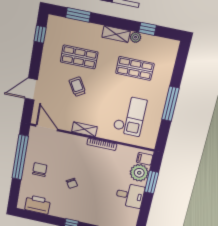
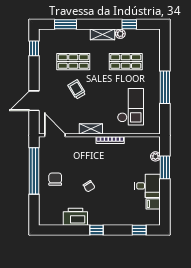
filing cabinet: (145, 159) -> (153, 204), moved
plant: (139, 173) -> (155, 156), width x0.53, depth x0.53
printer: (38, 205) -> (75, 217), moved

